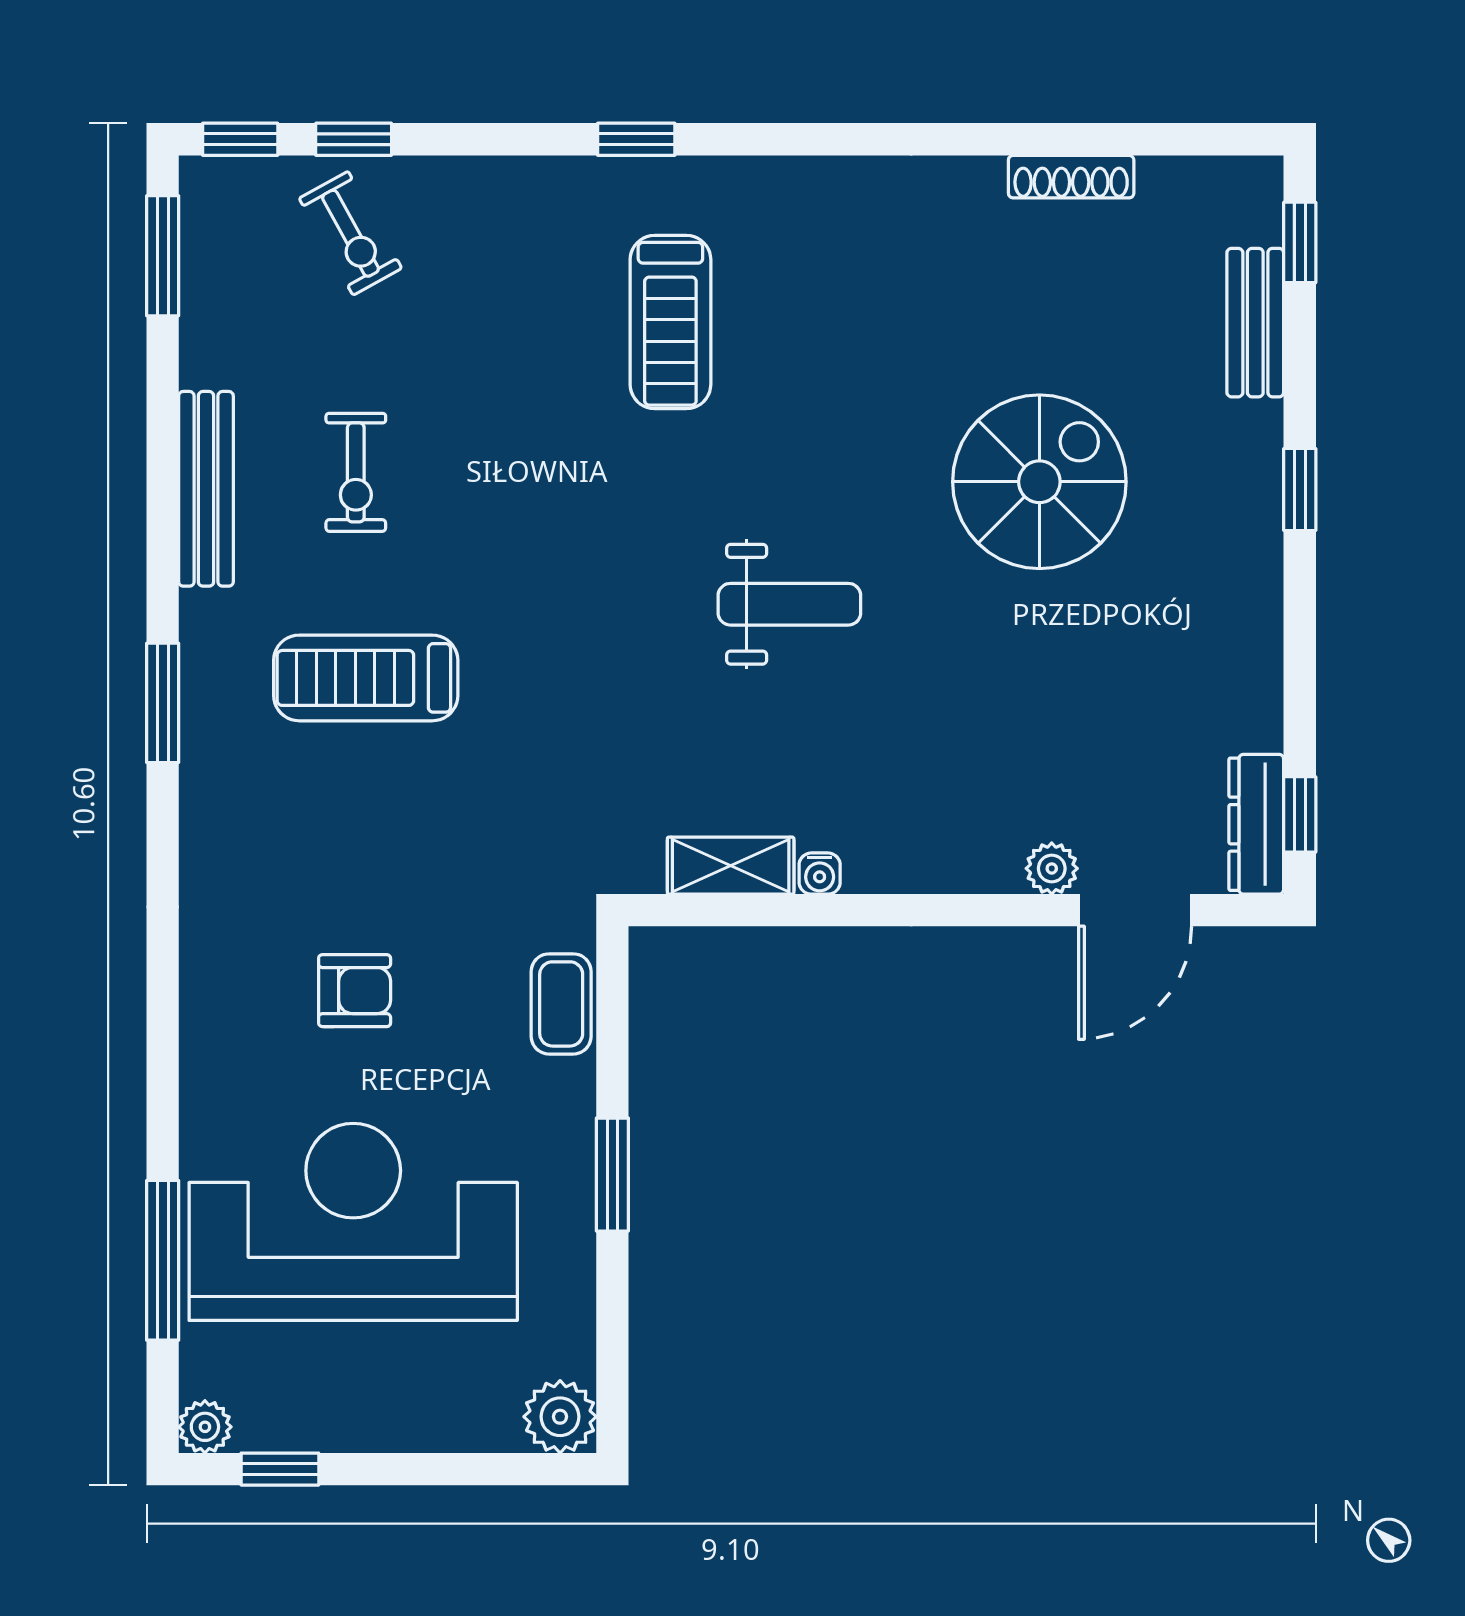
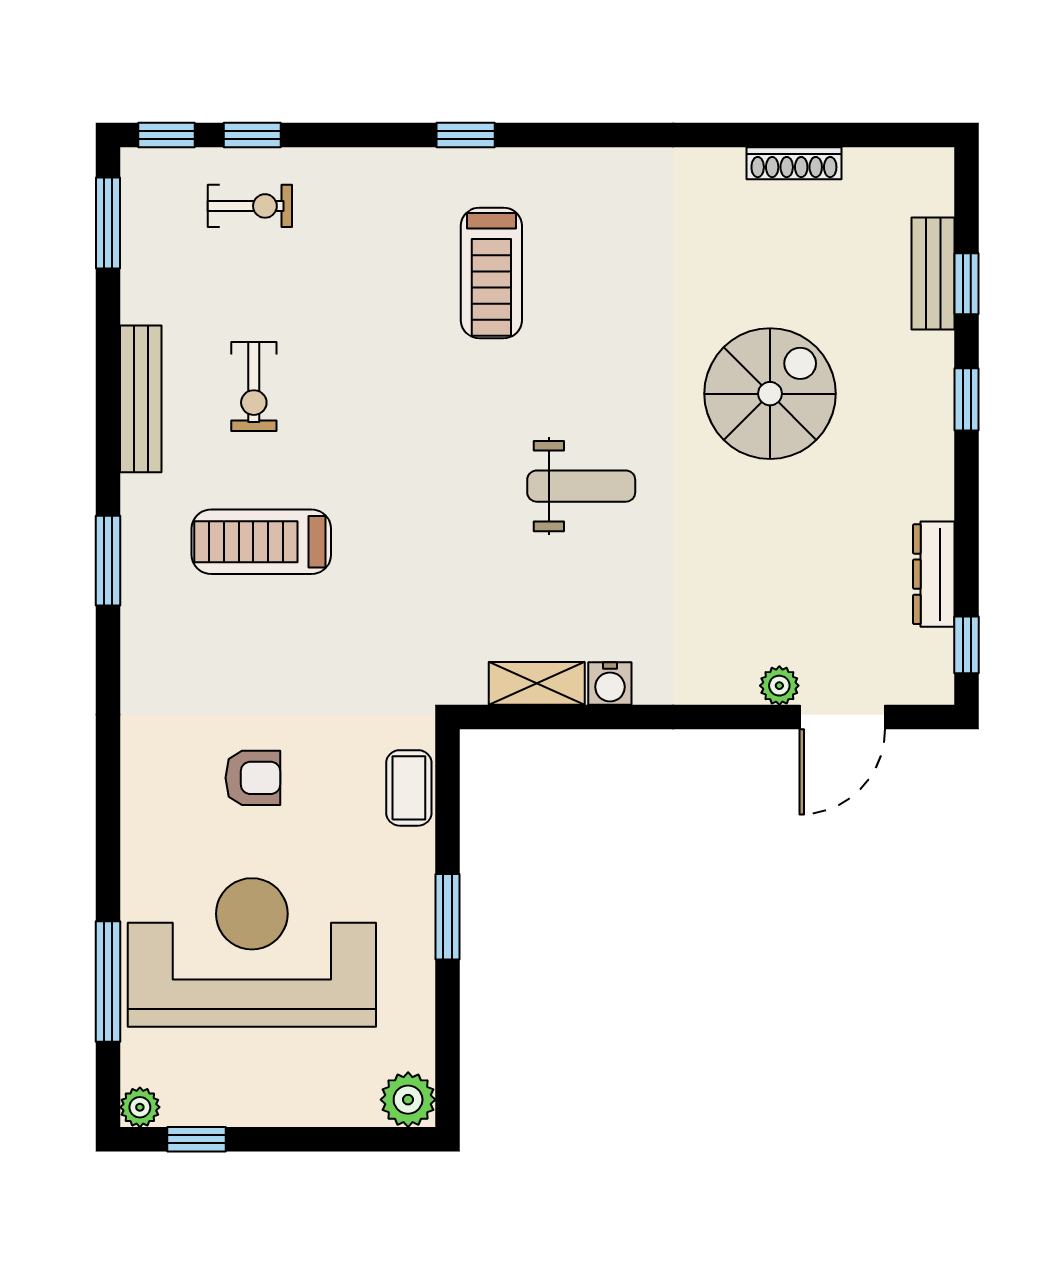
exercise bike: (351, 233) -> (250, 206), turned -61
window: (1300, 242) -> (967, 284), moved
dresser: (1256, 824) -> (934, 574), moved
water cooler: (820, 874) -> (610, 684), width x1.38, depth x1.38

